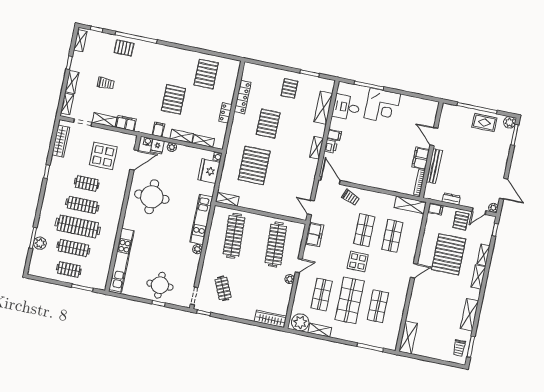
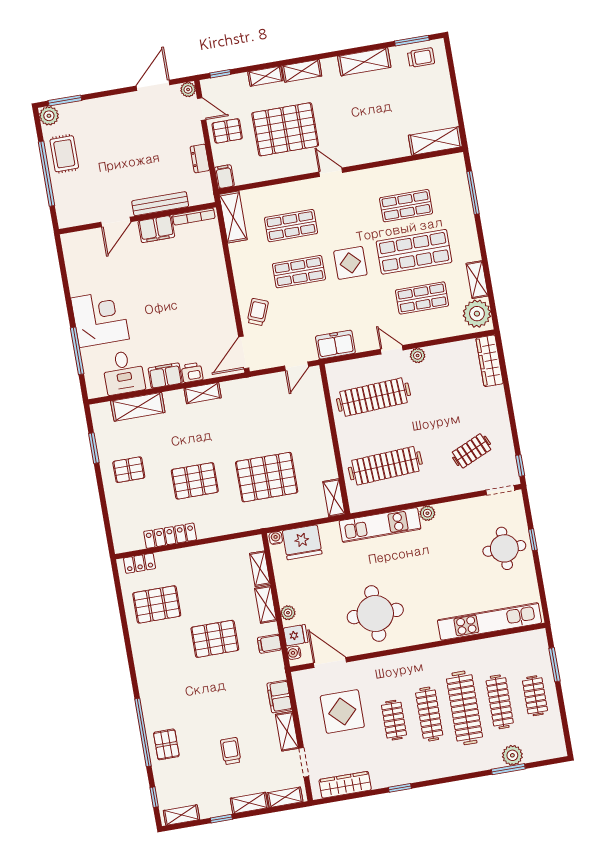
locker: (225, 113) -> (140, 563), moved
filing cabinet: (334, 135) -> (165, 376), width x2.00

